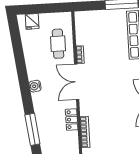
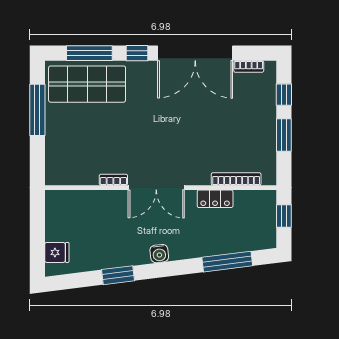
cafe table: (58, 44) -> (94, 214), removed
window: (20, 61) -> (118, 275), added

